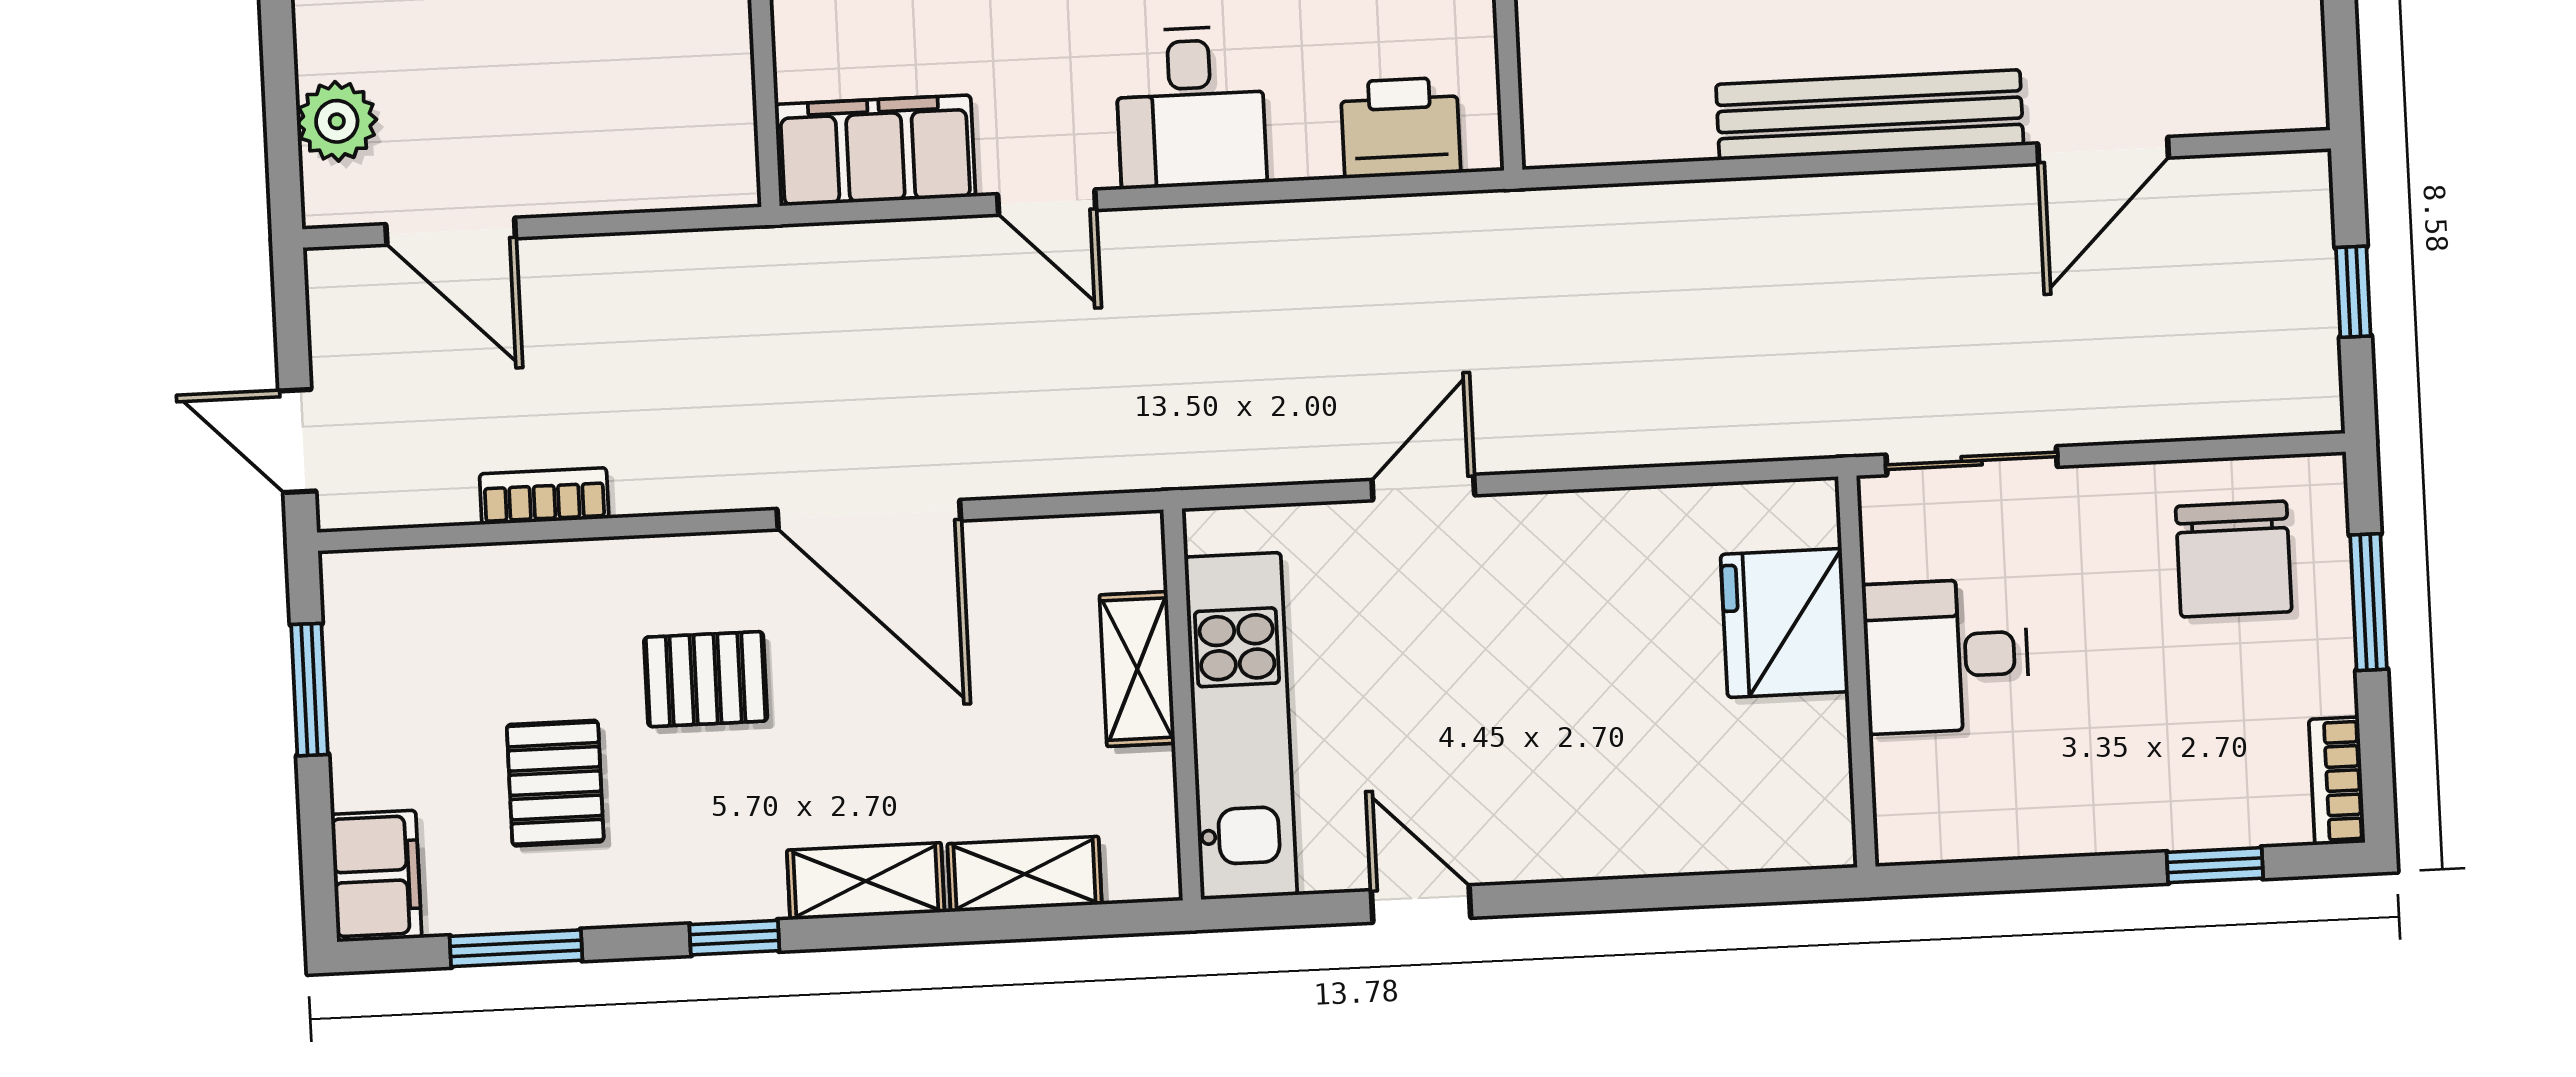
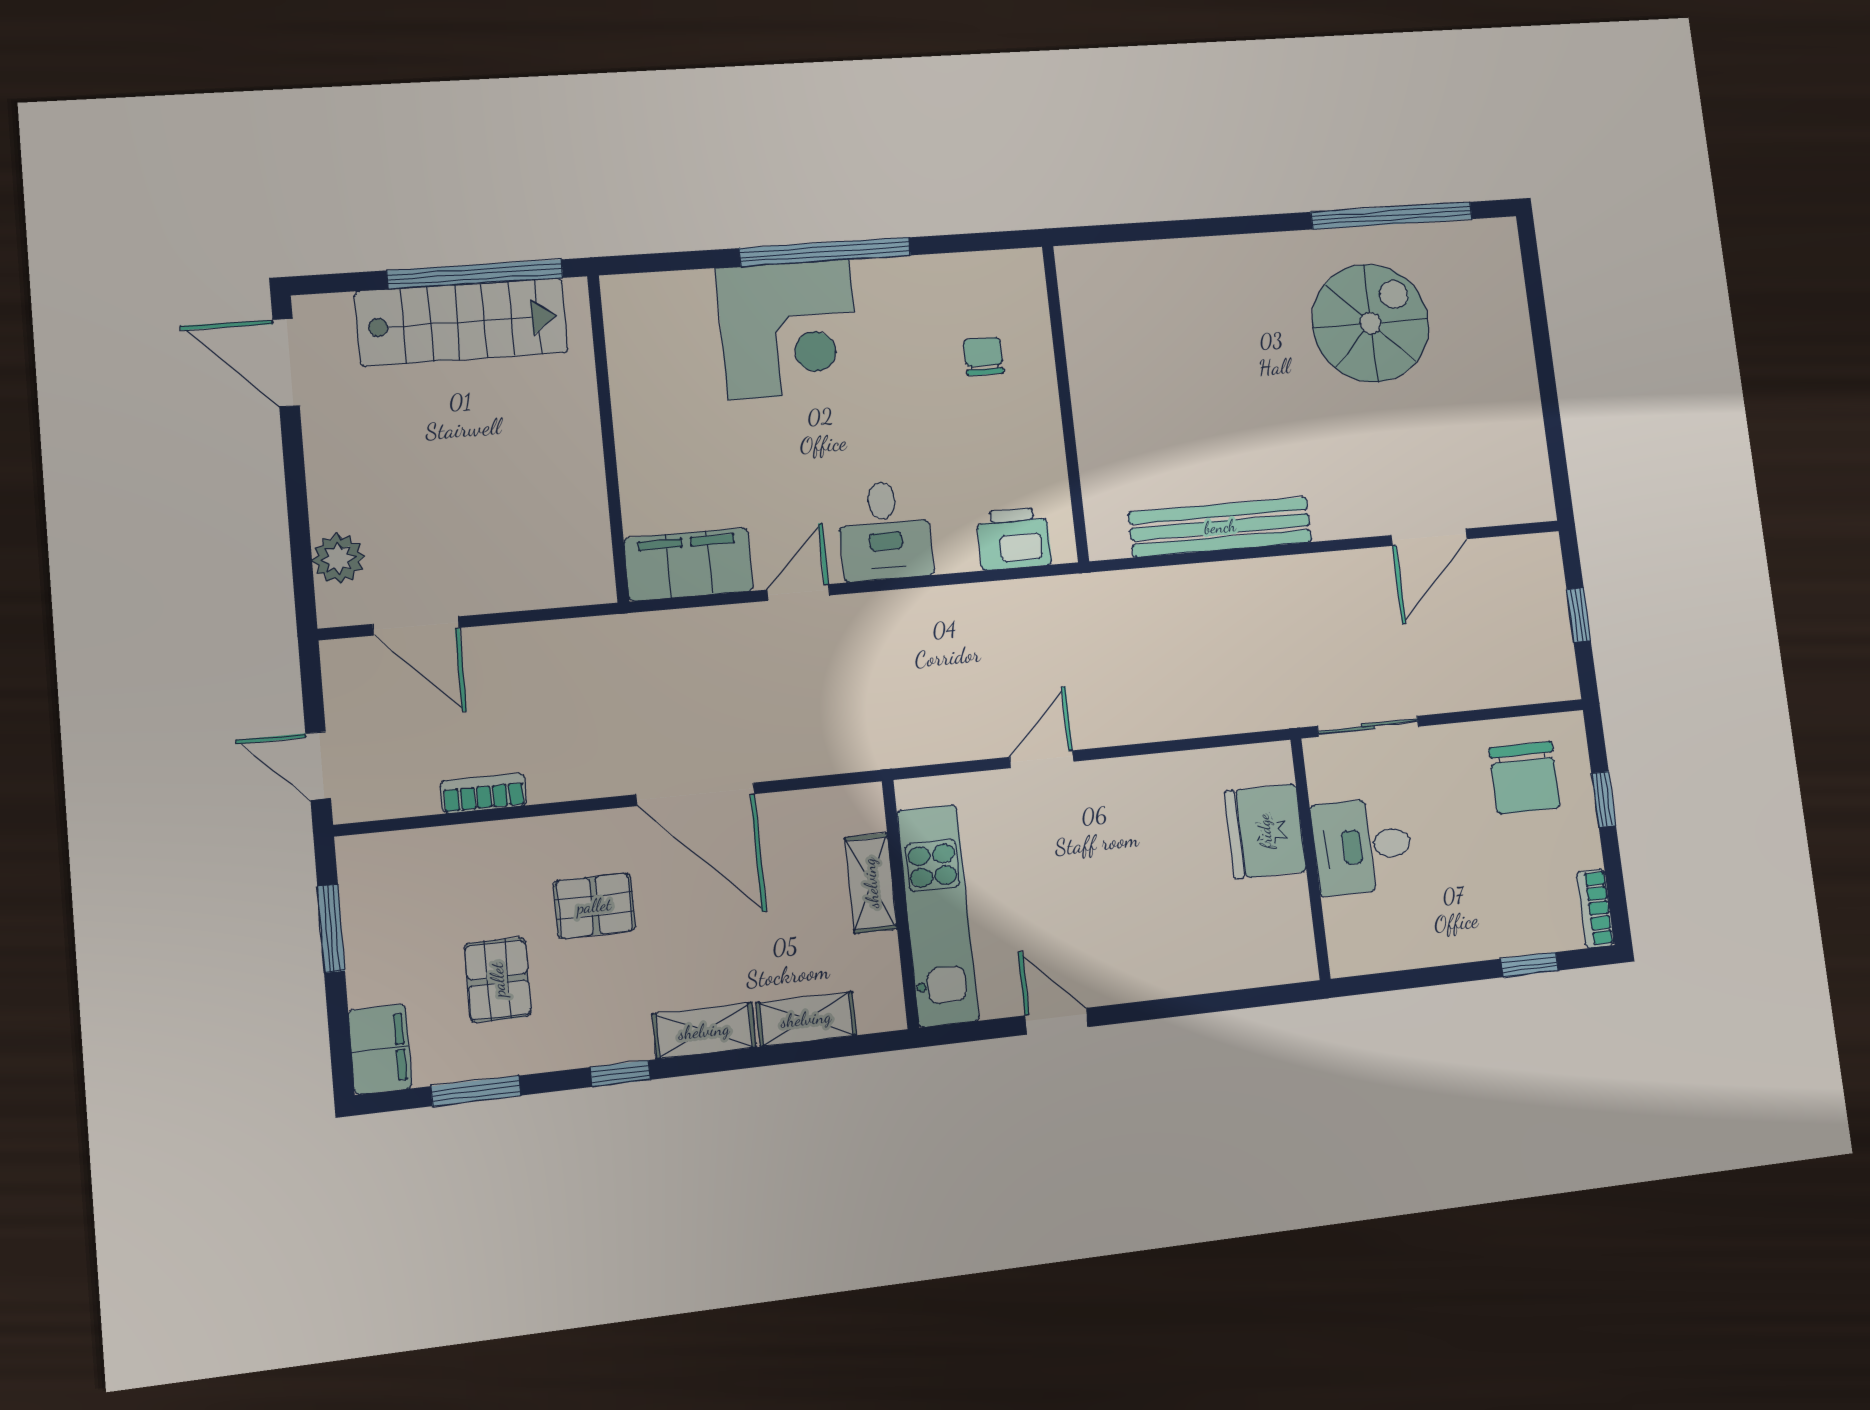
bench: (1870, 115) -> (1220, 527), moved
door: (1047, 202) -> (798, 592), swing flipped
window: (2369, 602) -> (1604, 799), width x0.67

